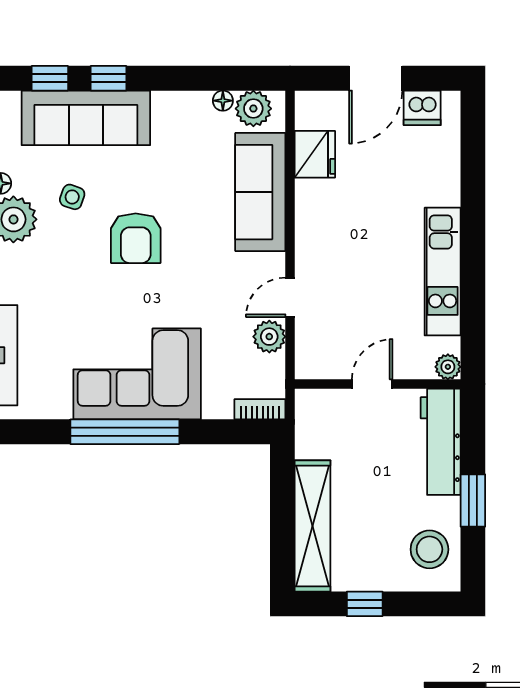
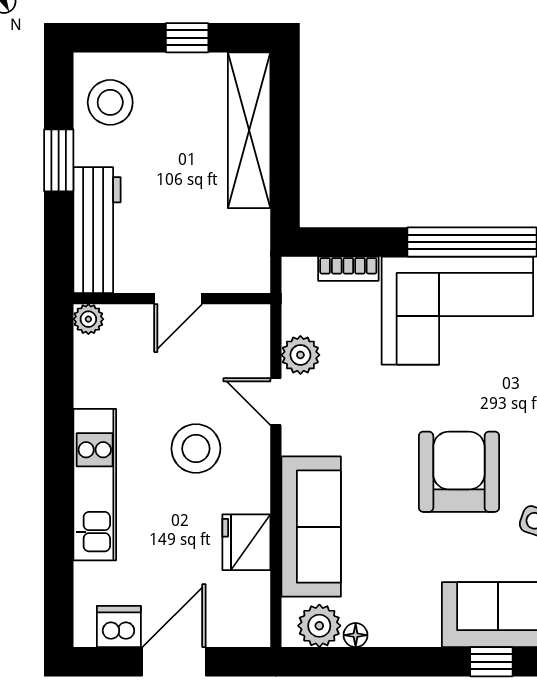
fridge: (315, 154) -> (246, 542), moved
armchair: (136, 238) -> (459, 472), width x1.36, depth x1.36
stool: (357, 258) -> (196, 449), added
kitchen unit: (443, 272) -> (95, 485), moved
door: (290, 297) -> (276, 402), swing flipped
bookcase: (260, 409) -> (348, 269), moved

